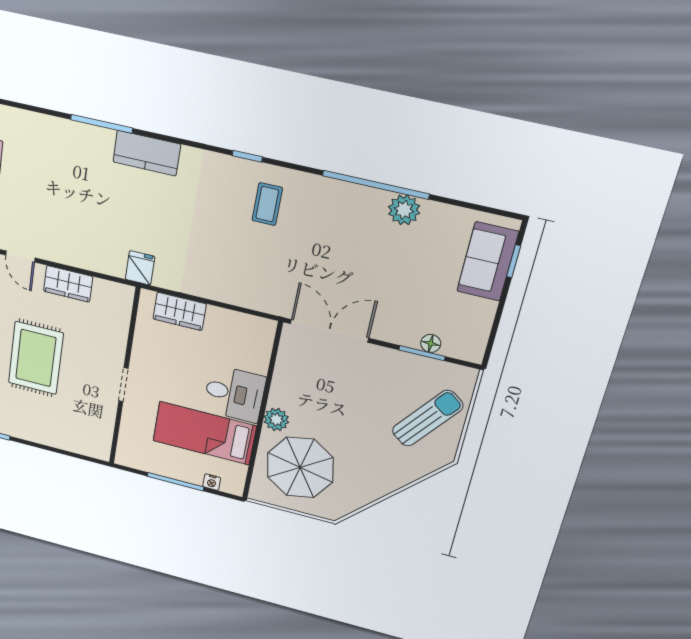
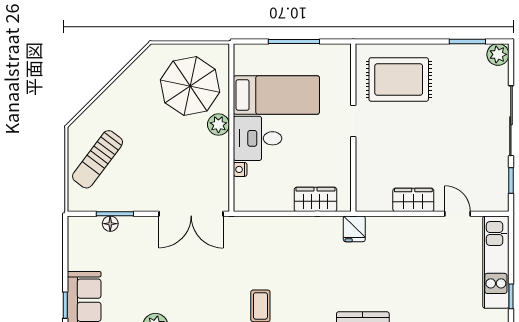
rug: (36, 358) -> (399, 79), moved, turned 90
nightstand: (212, 482) -> (240, 169), moved, turned -90

